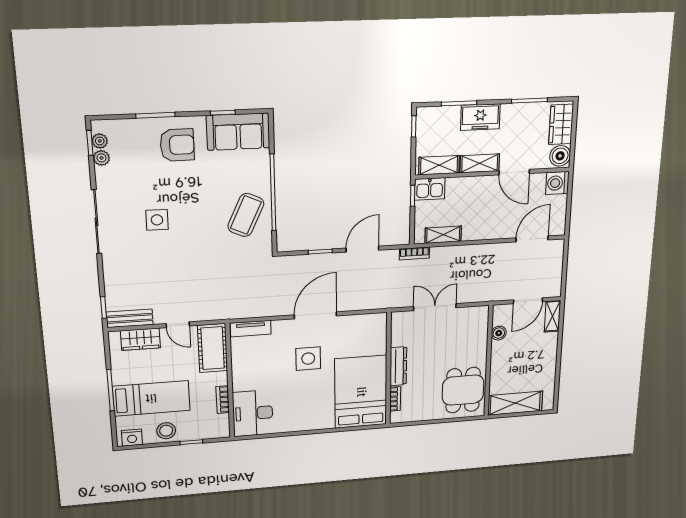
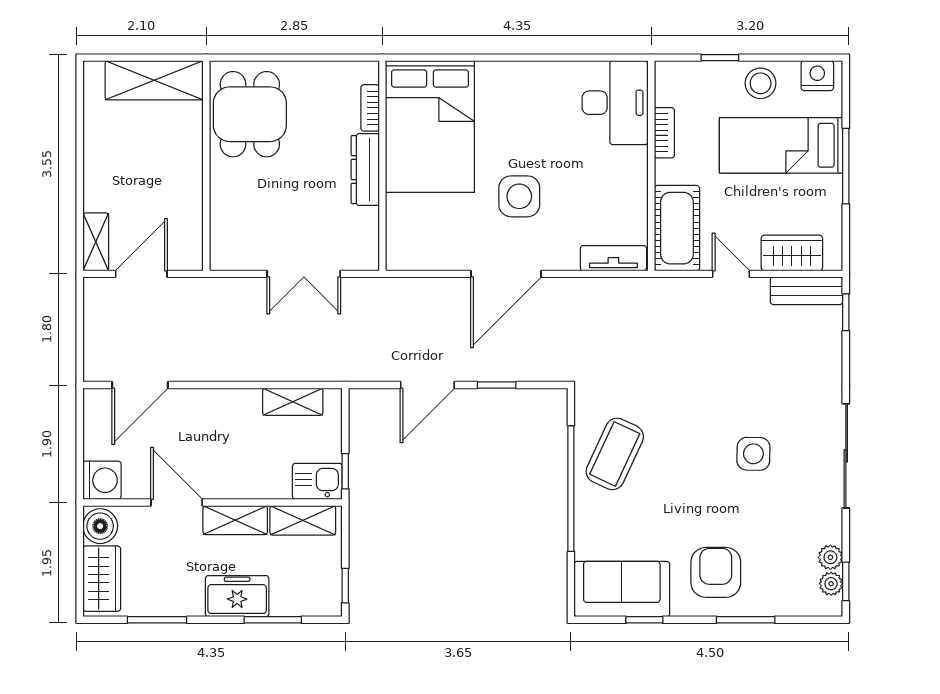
armchair: (177, 145) -> (716, 572), turned 90
bookcase: (414, 253) -> (341, 372), removed
boiler: (499, 333) -> (190, 218), removed

